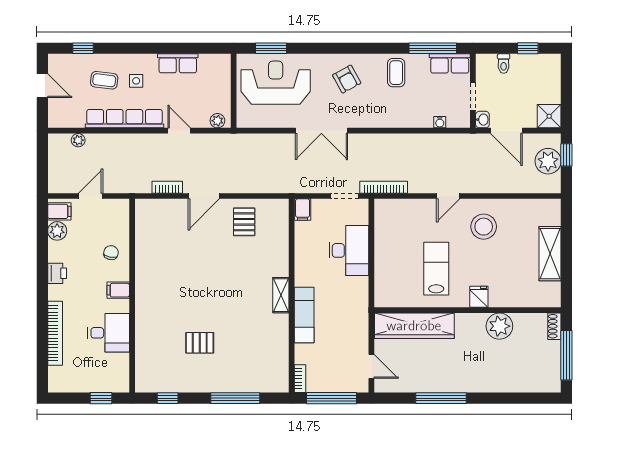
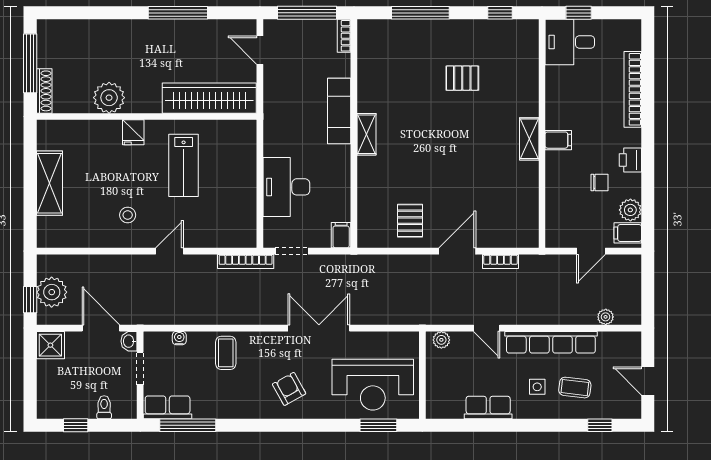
coffee table: (396, 73) -> (226, 353), moved
stool: (484, 227) -> (128, 215), width x0.53, depth x0.53
chair: (111, 253) -> (599, 183), moved, turned -101
shelving: (143, 291) -> (529, 139), added
shoe rack: (554, 326) -> (44, 91), width x1.43
desk: (109, 333) -> (570, 42), moved

